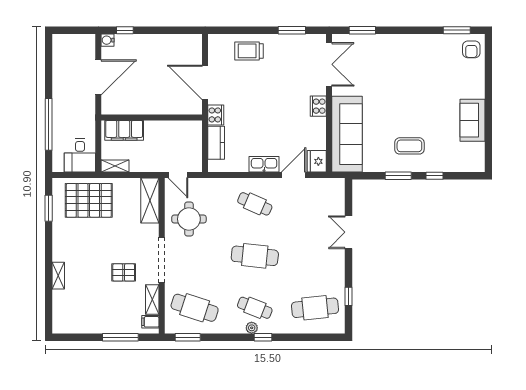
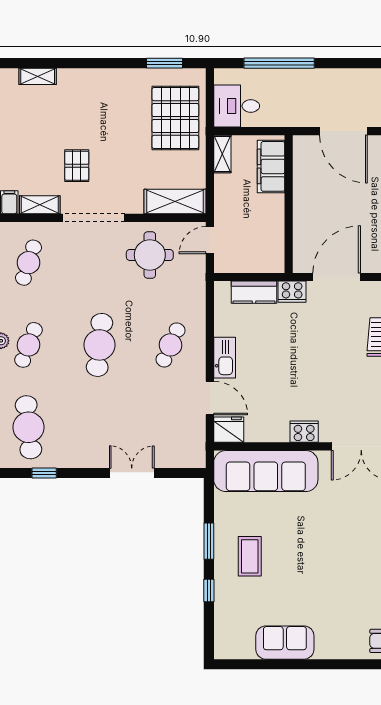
shelving: (58, 276) -> (38, 76), moved
cafe table: (195, 308) -> (29, 263), width x0.73, depth x0.74

